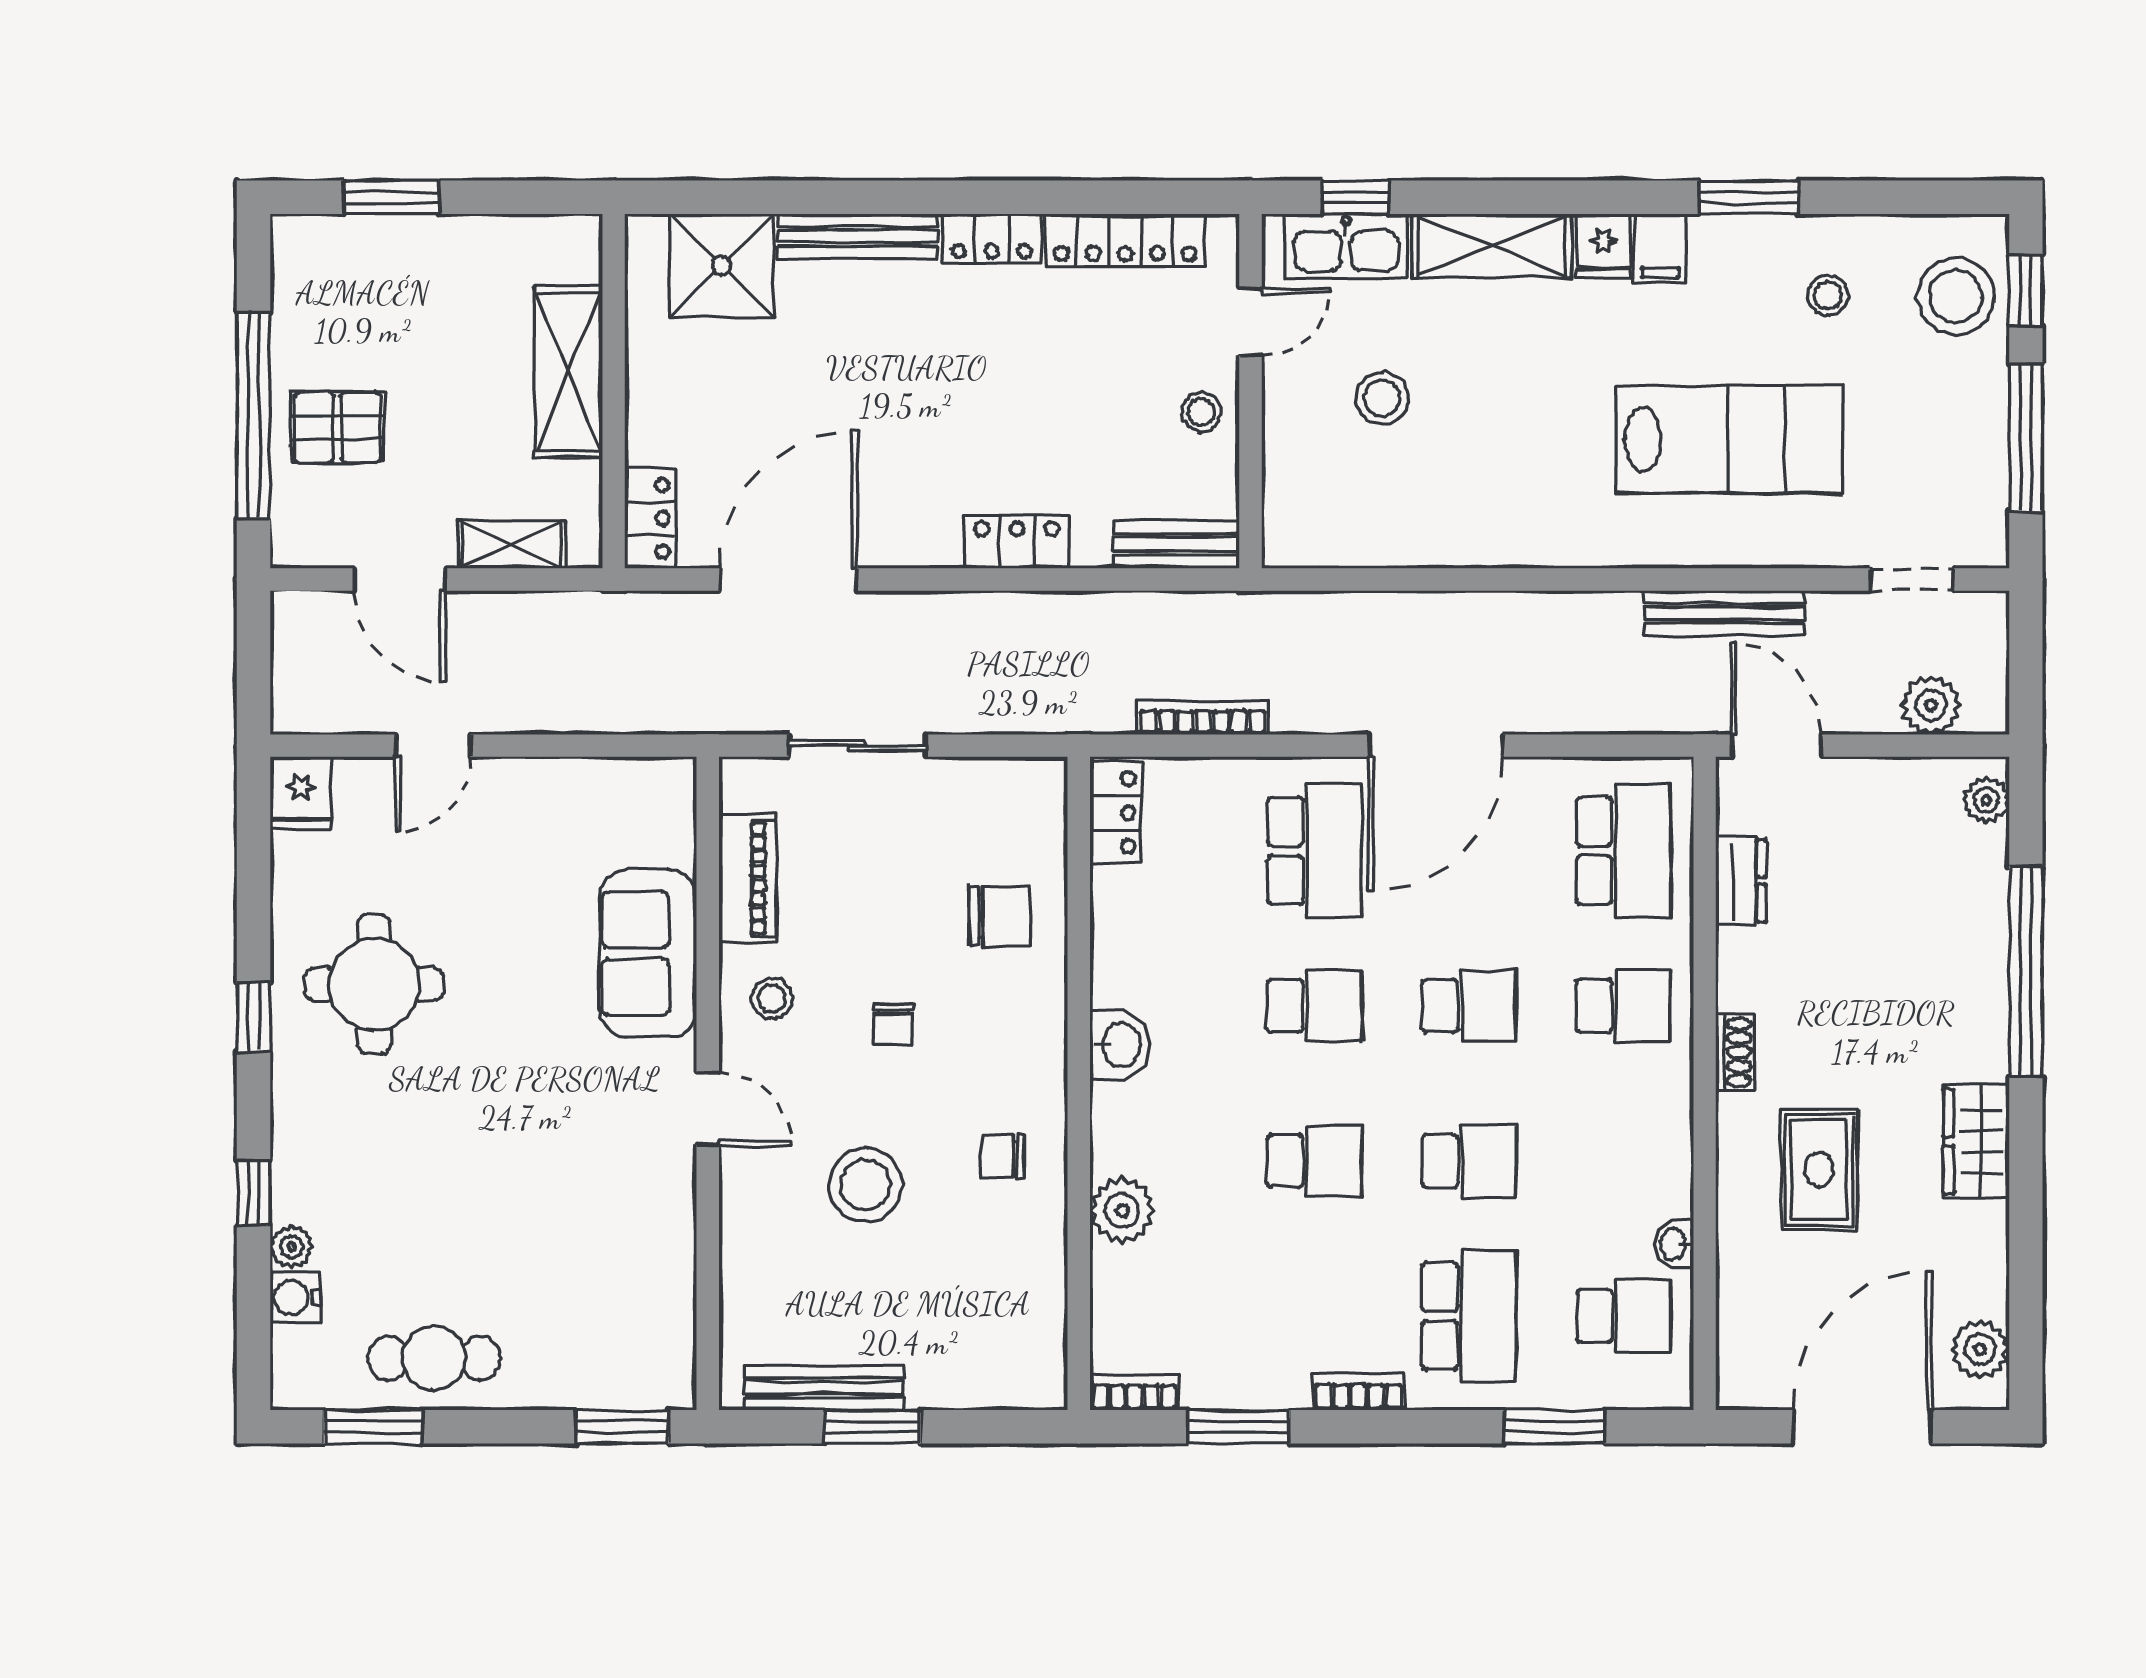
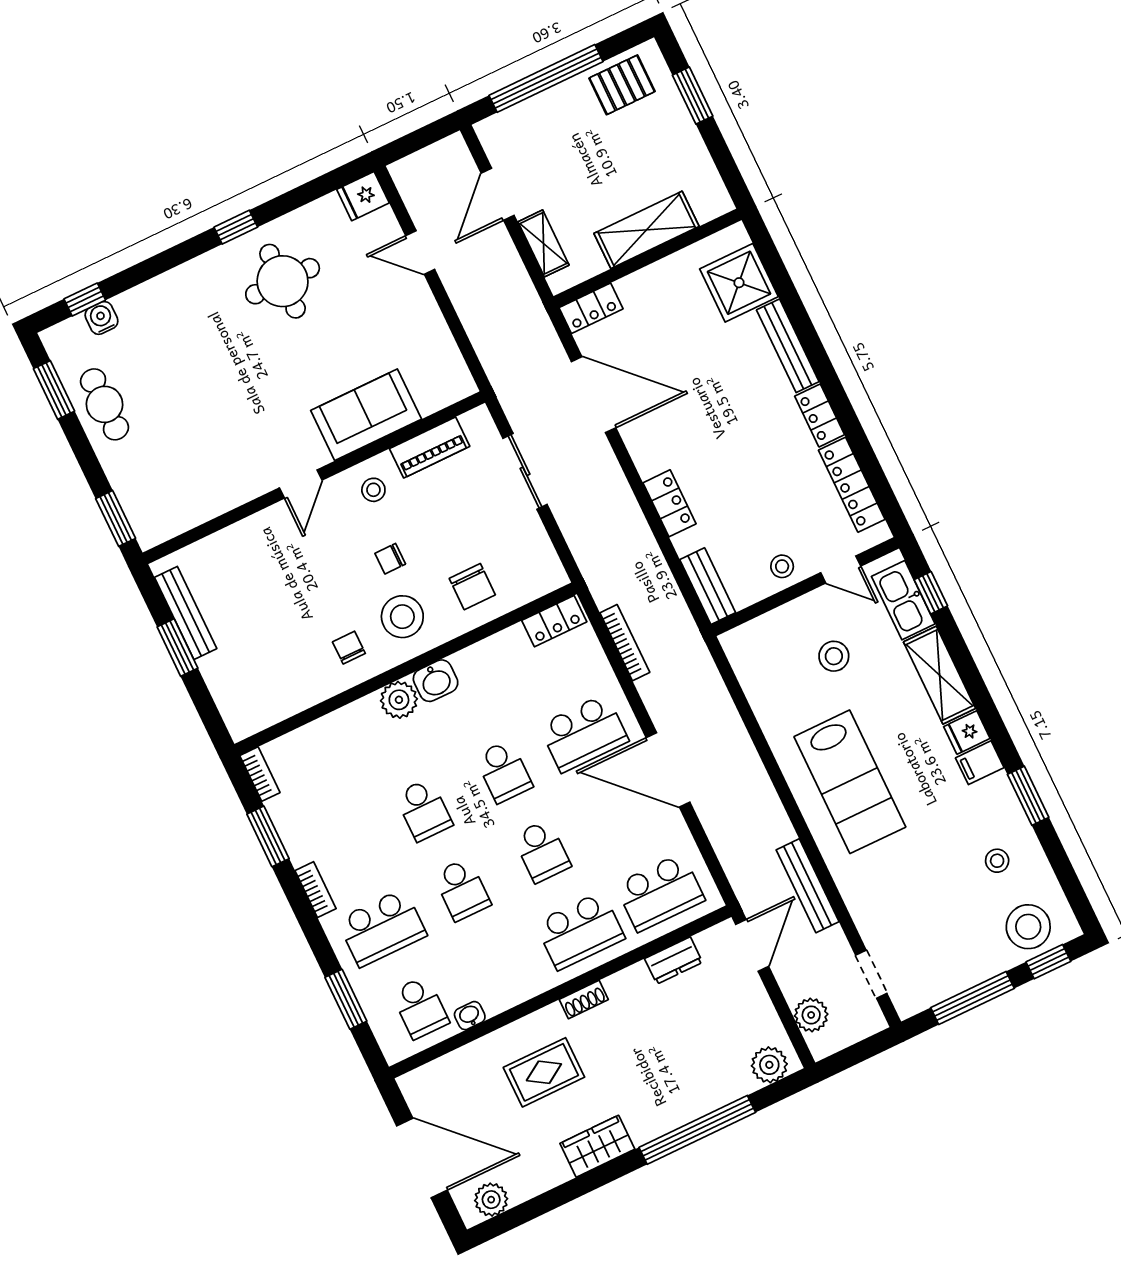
pallet: (337, 427) -> (622, 85), moved, turned 90
lab bench: (1729, 439) -> (850, 782), moved
plant: (1986, 800) -> (769, 1065), width x1.38, depth x1.38
school desk: (1623, 1006) -> (580, 931), width x1.85
stool: (865, 1185) -> (402, 617), moved
window: (254, 1193) -> (85, 299), moved
plant: (1122, 1210) -> (399, 700), moved
plant: (291, 1247) -> (127, 303), removed

